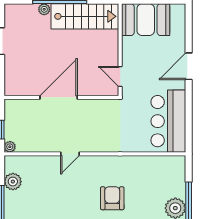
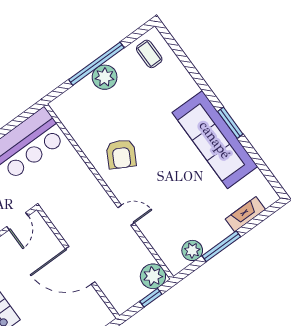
plant: (10, 147) -> (153, 276), width x1.88, depth x1.88
armchair: (112, 198) -> (121, 154), moved, turned -61

